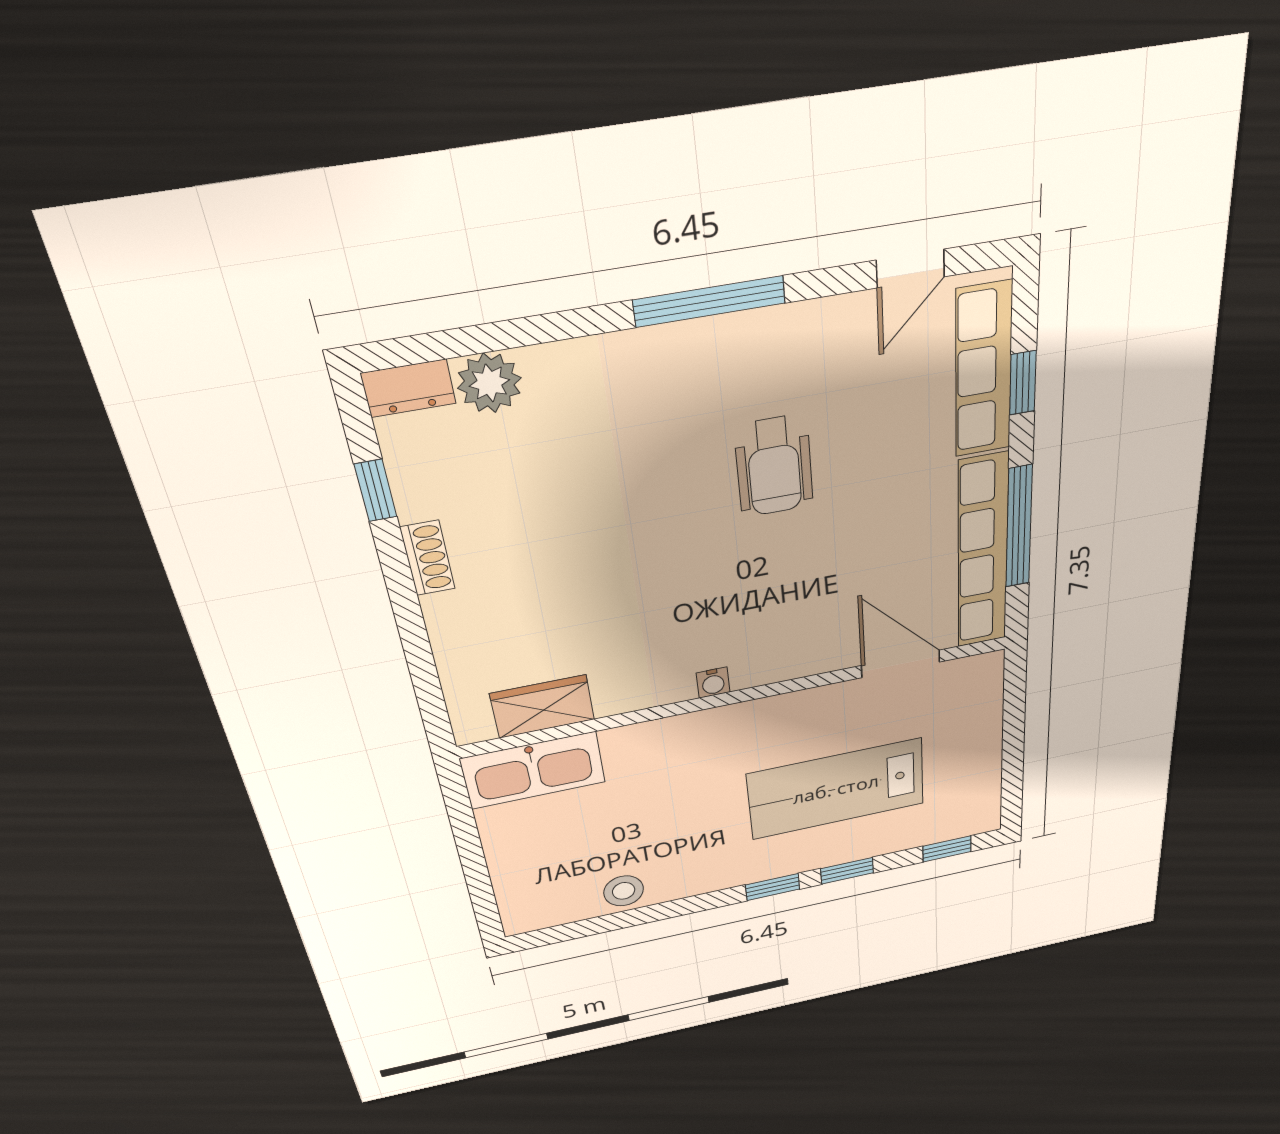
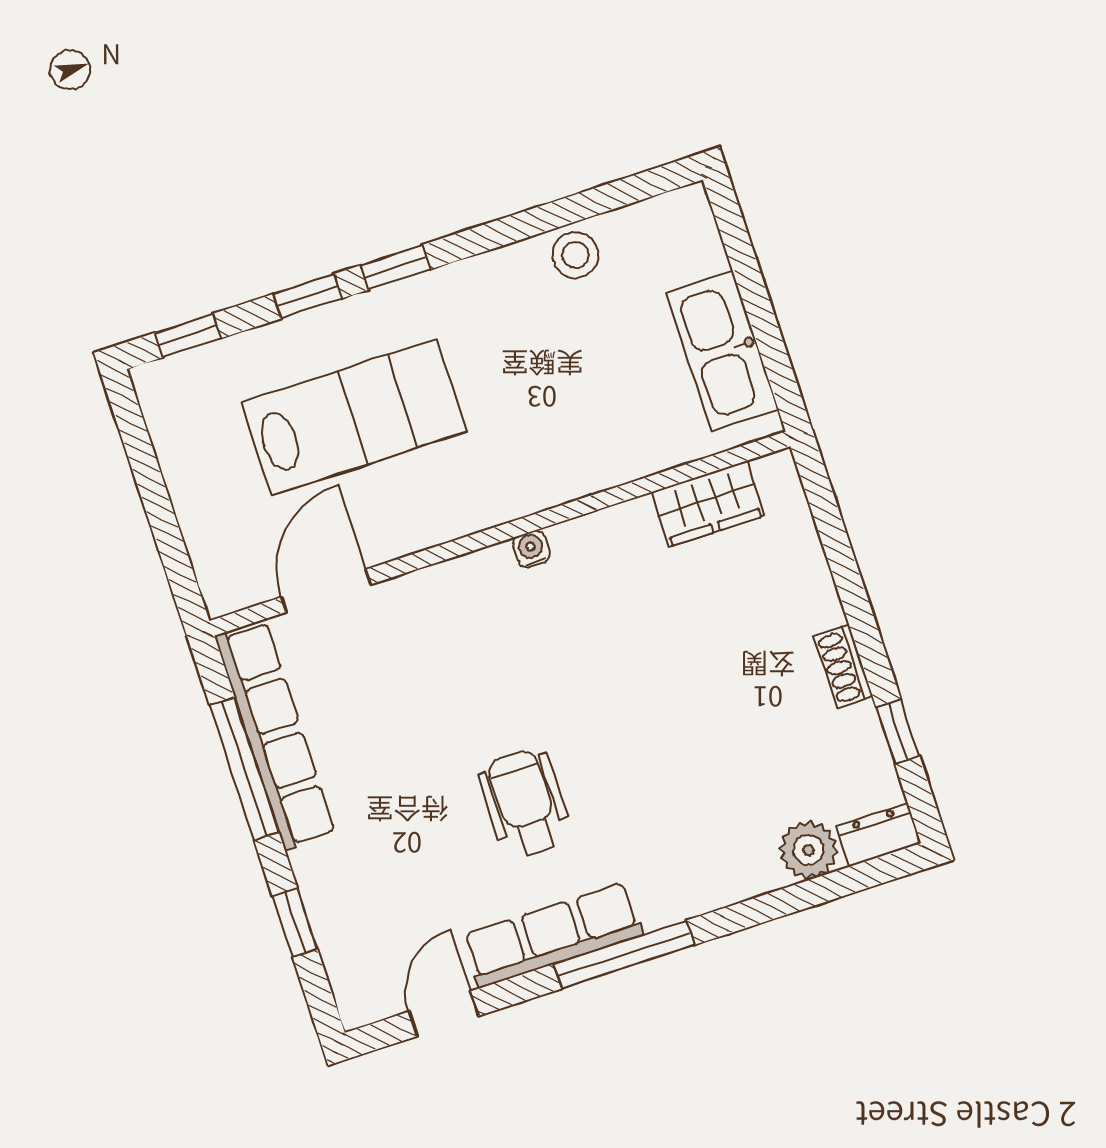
row of seats: (984, 370) -> (553, 935), moved, turned -90
door: (901, 664) -> (326, 591), swing flipped
kitchen sink: (533, 770) -> (722, 351), moved, turned -90

